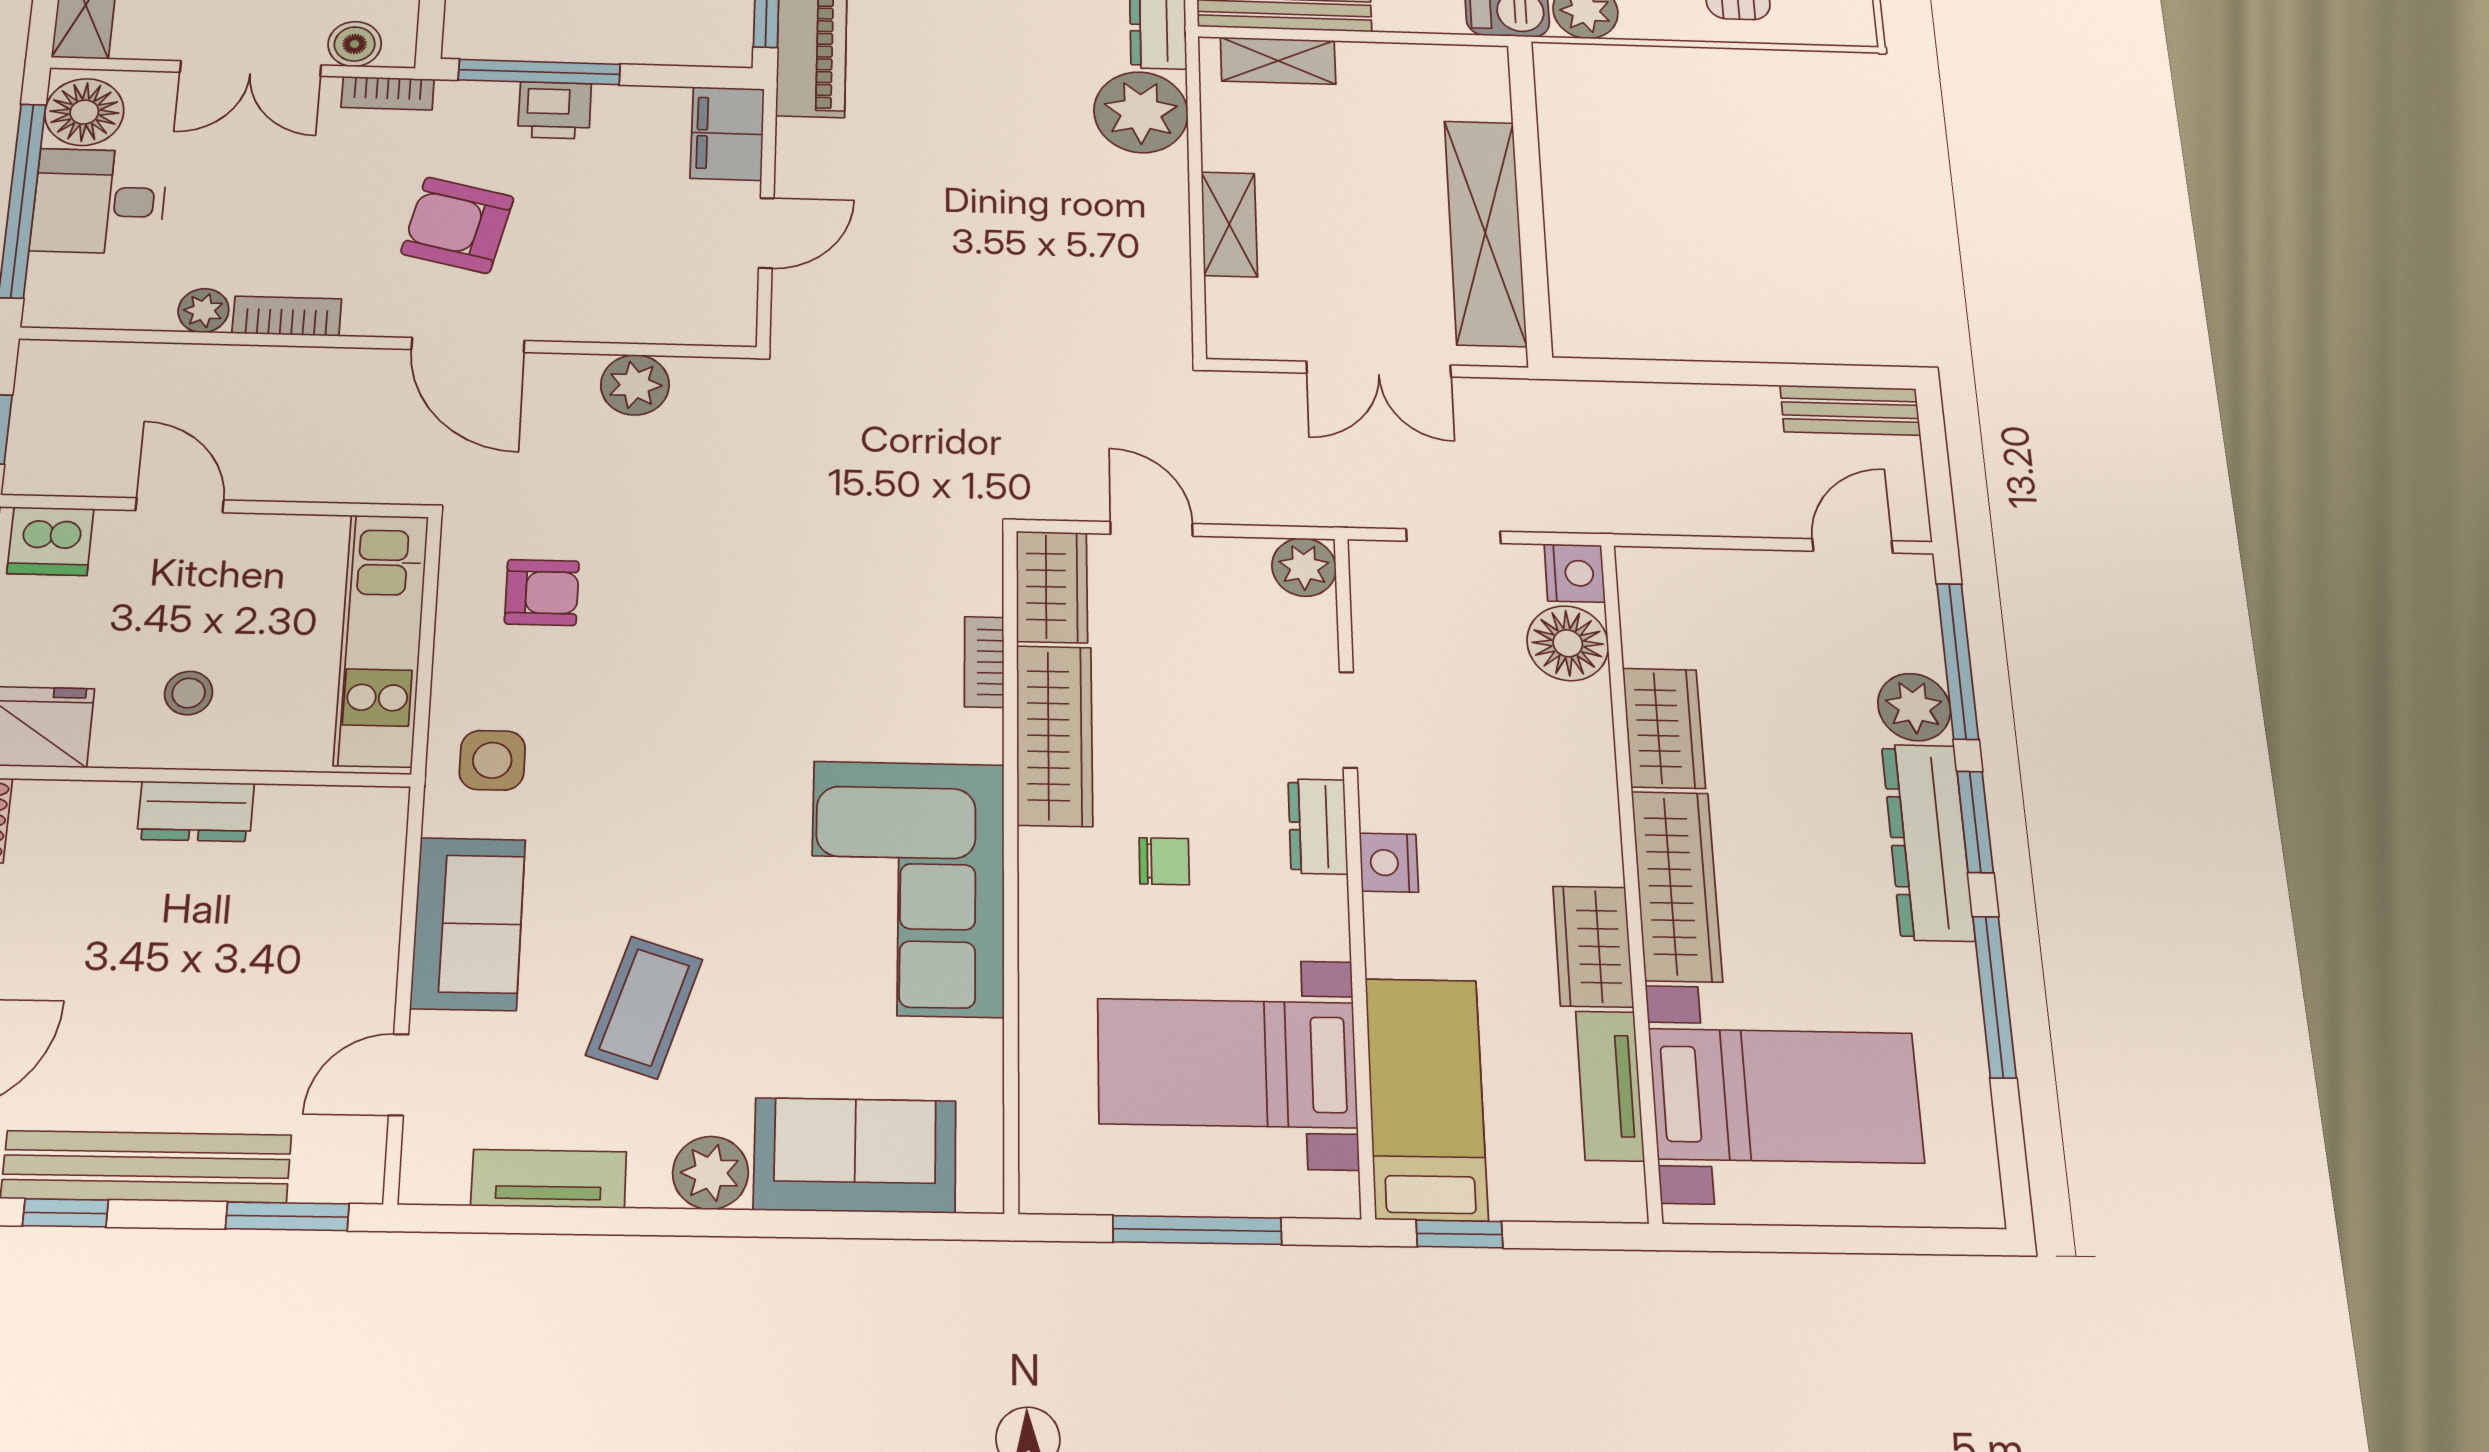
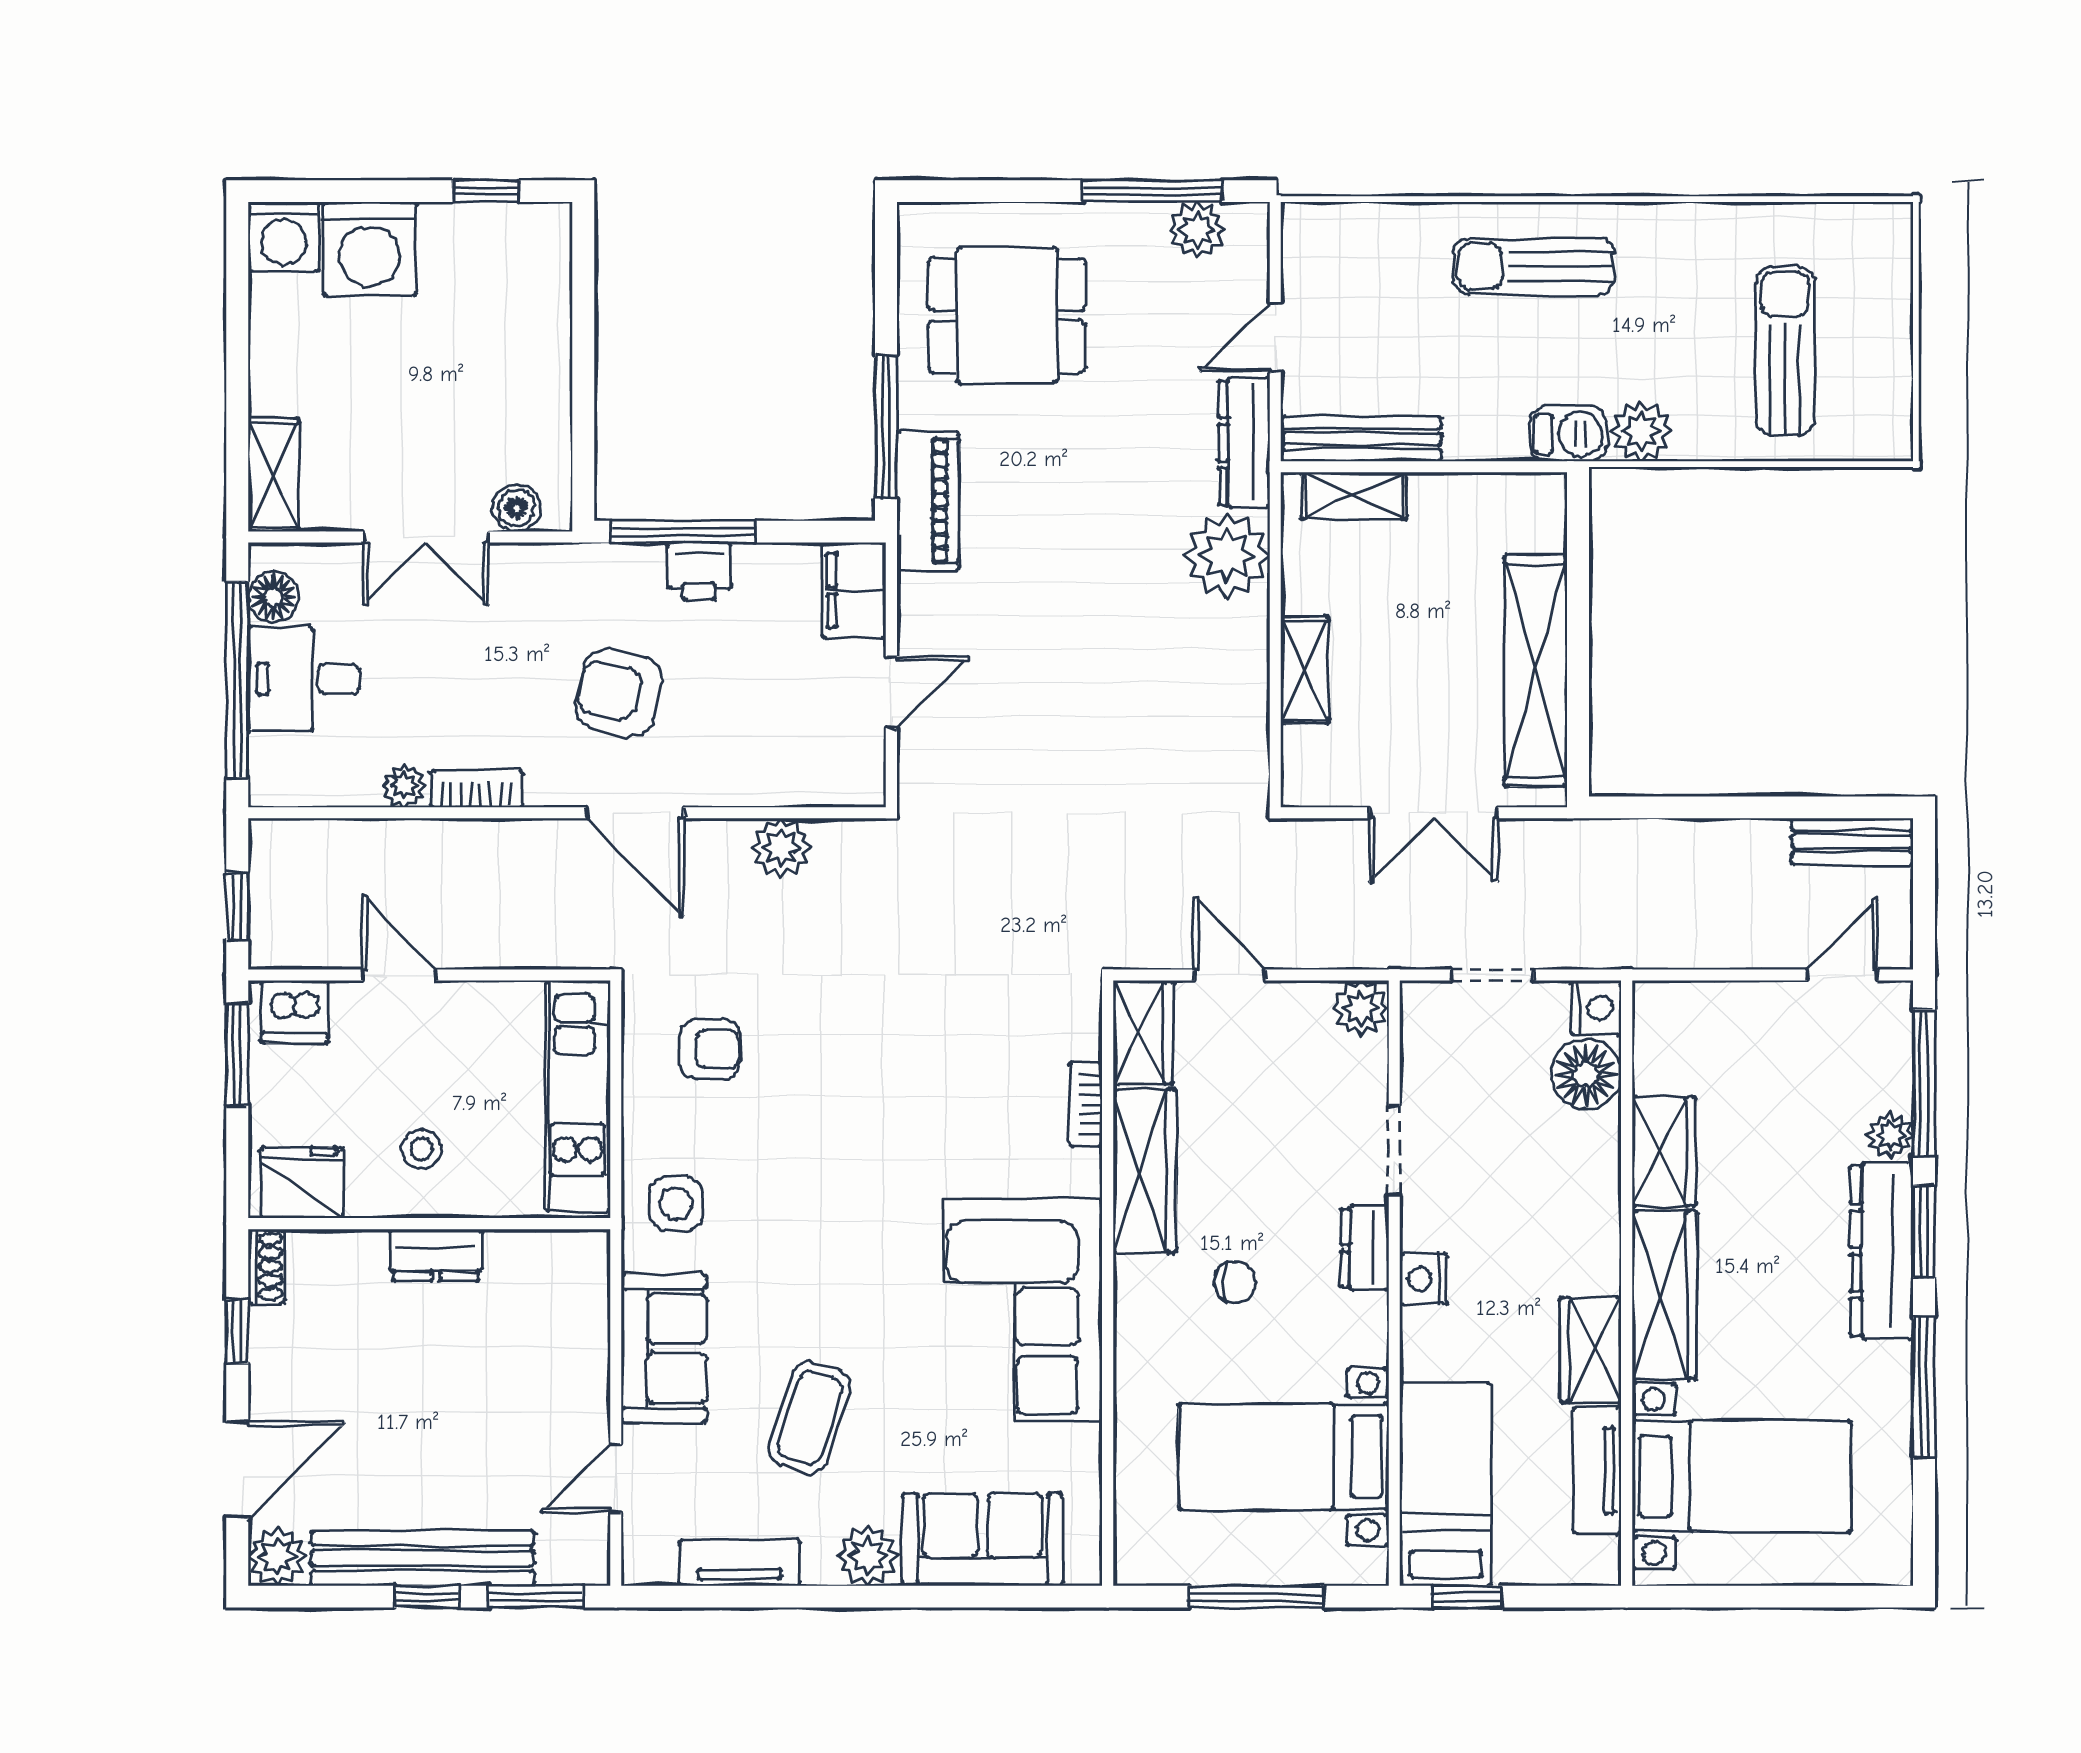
bookcase: (388, 93) -> (549, 559), removed
floor lamp: (84, 112) -> (273, 597), width x0.73, depth x0.73
plant: (1914, 707) -> (1890, 1135), width x0.73, depth x0.73
window: (65, 1213) -> (427, 1597), moved

